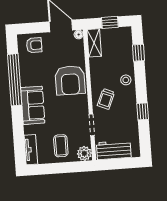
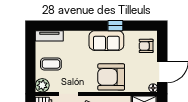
armchair: (34, 45) -> (146, 46), turned 90
window: (15, 80) -> (115, 26), width x0.32
sofa: (33, 105) -> (106, 41), moved

